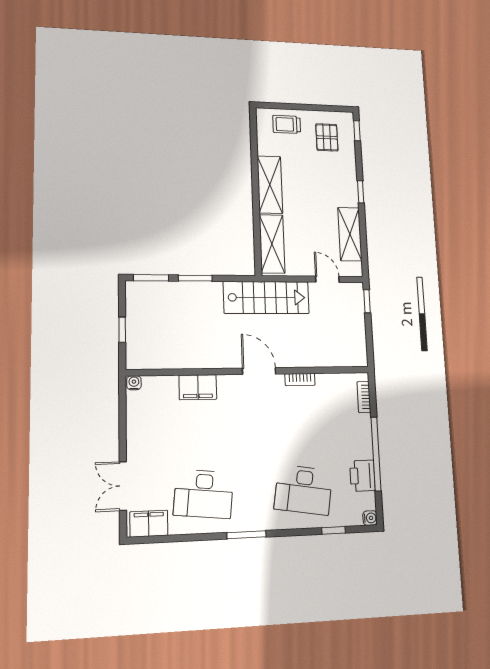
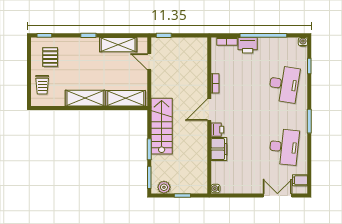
pallet: (327, 137) -> (50, 57), turned 90
door: (327, 279) -> (149, 62), hinge flipped
stairs: (266, 297) -> (162, 126), moved
plant: (135, 301) -> (164, 187), added
printer: (228, 384) -> (217, 130), added
printer: (362, 476) -> (248, 45), moved
double door: (123, 486) -> (277, 196), swing flipped
filing cabinet: (149, 524) -> (300, 180), width x0.50

